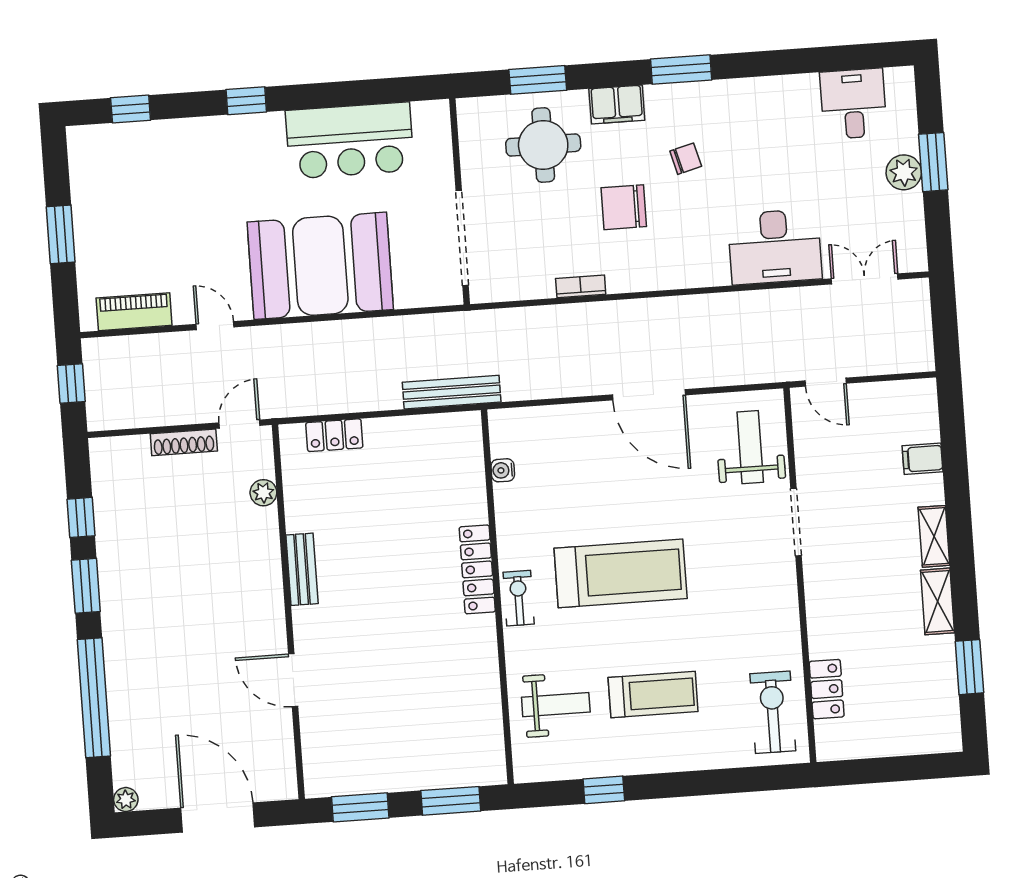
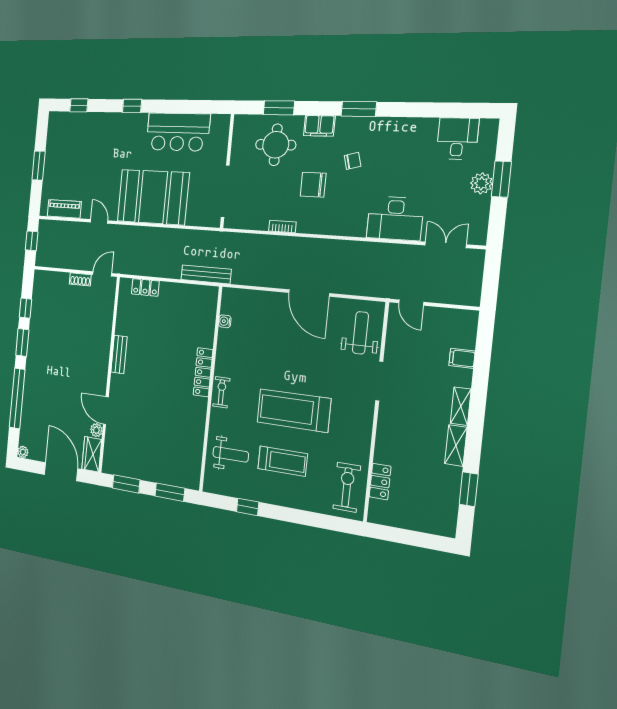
shoe rack: (184, 442) -> (80, 279), width x0.70
plant: (263, 493) -> (96, 430), moved
treadmill: (621, 573) -> (294, 410), moved, turned 180
wardrobe: (278, 769) -> (92, 454), added

